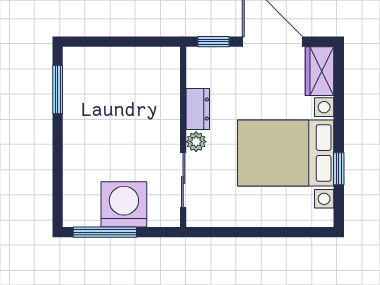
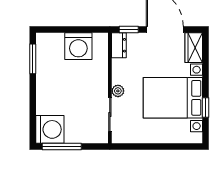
washing machine: (132, 69) -> (78, 46), added
dresser: (198, 109) -> (119, 45), moved
washing machine: (124, 204) -> (50, 129), moved, turned 90

